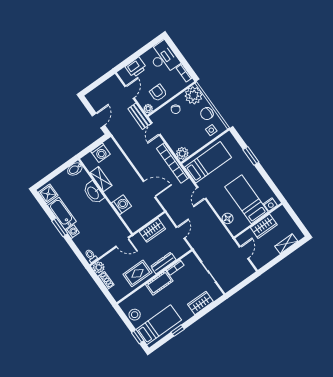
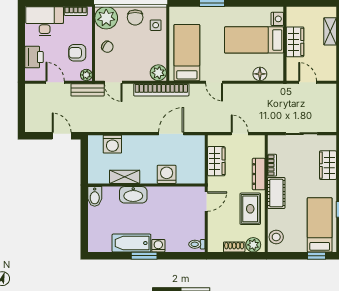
washing machine: (101, 153) -> (112, 144), moved, turned 90
shower: (48, 194) -> (101, 243), removed
plant: (99, 267) -> (253, 245), moved
stool: (135, 315) -> (276, 237), moved

